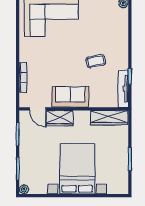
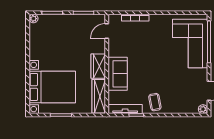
coffee table: (96, 61) -> (155, 102), moved
sofa: (70, 97) -> (118, 74), moved
wardrobe: (60, 118) -> (98, 66), moved
bed with nightstands: (77, 169) -> (52, 87), moved

